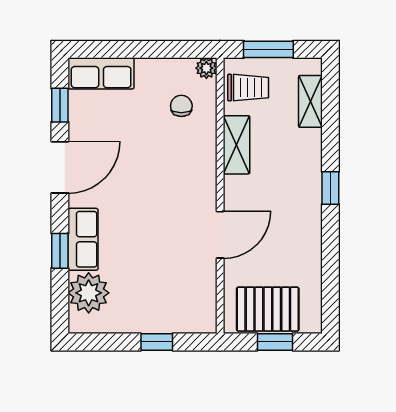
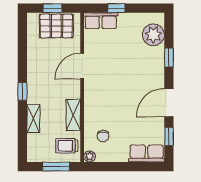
shelving: (310, 101) -> (33, 119), moved
row of seats: (83, 239) -> (101, 21), moved, turned -90

